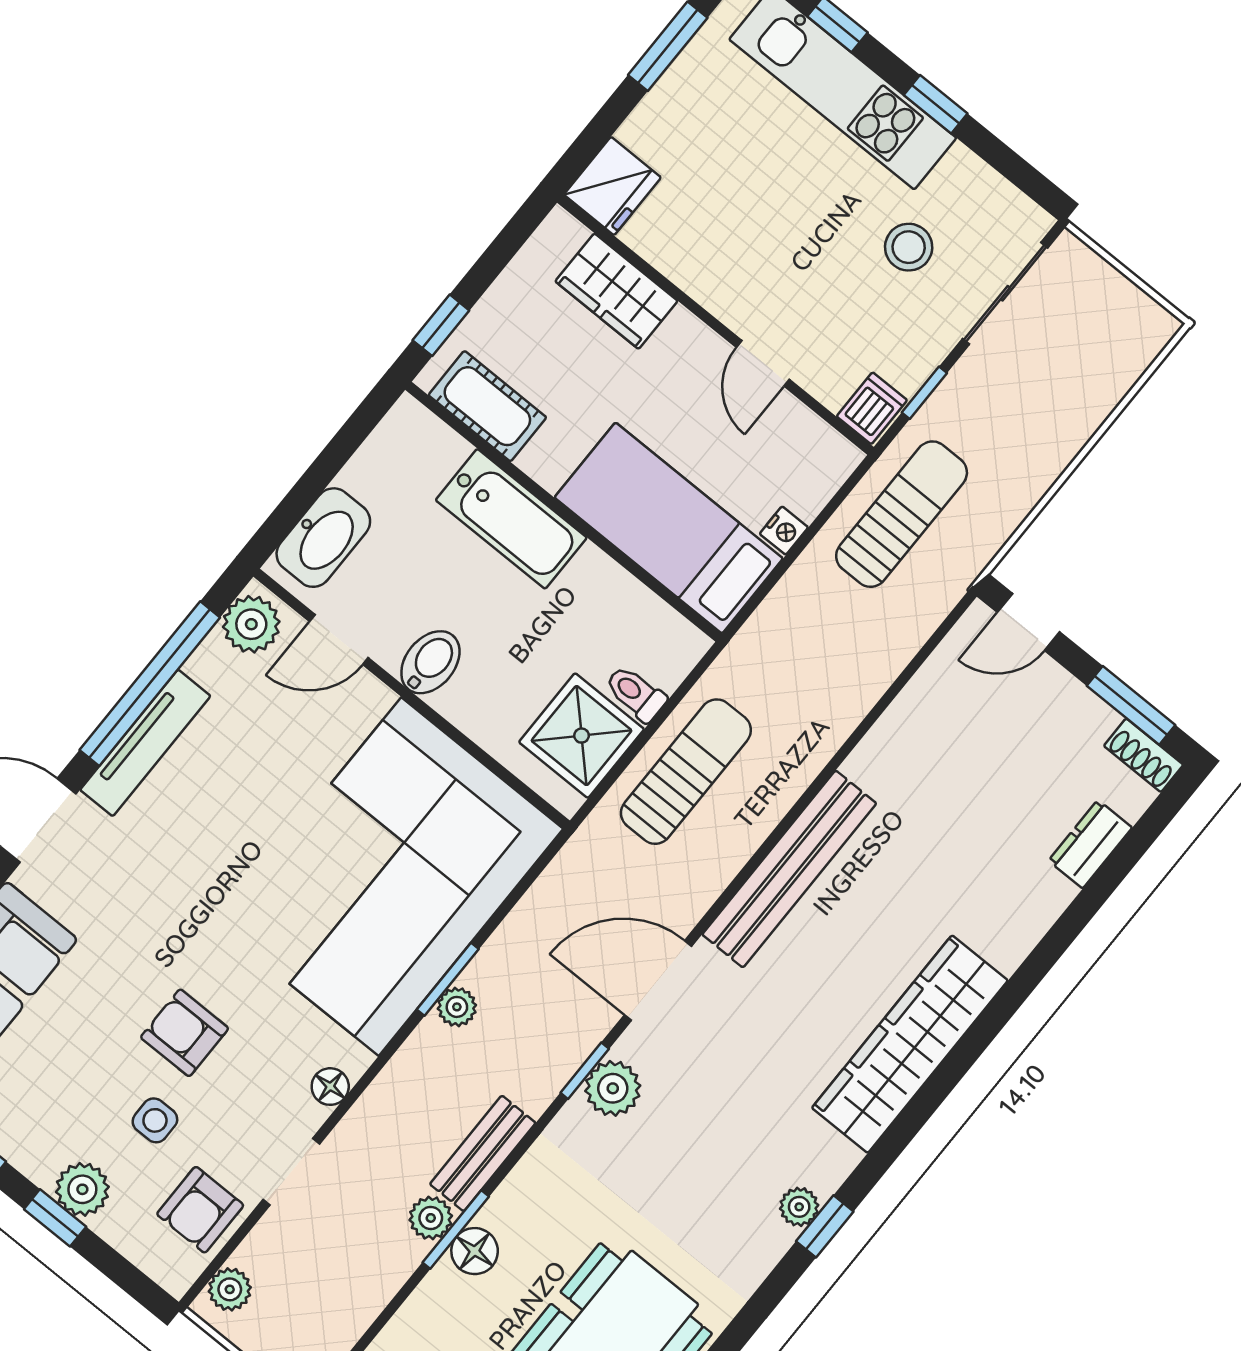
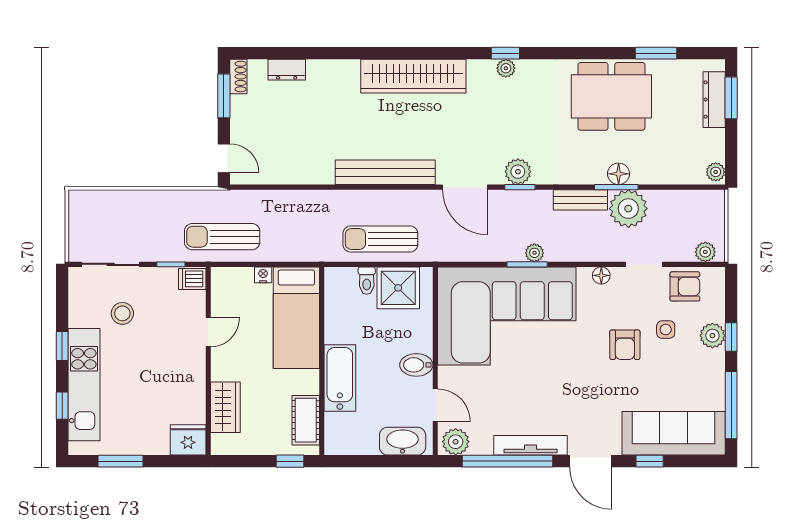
plant: (431, 1218) -> (628, 209), width x1.87, depth x1.87

